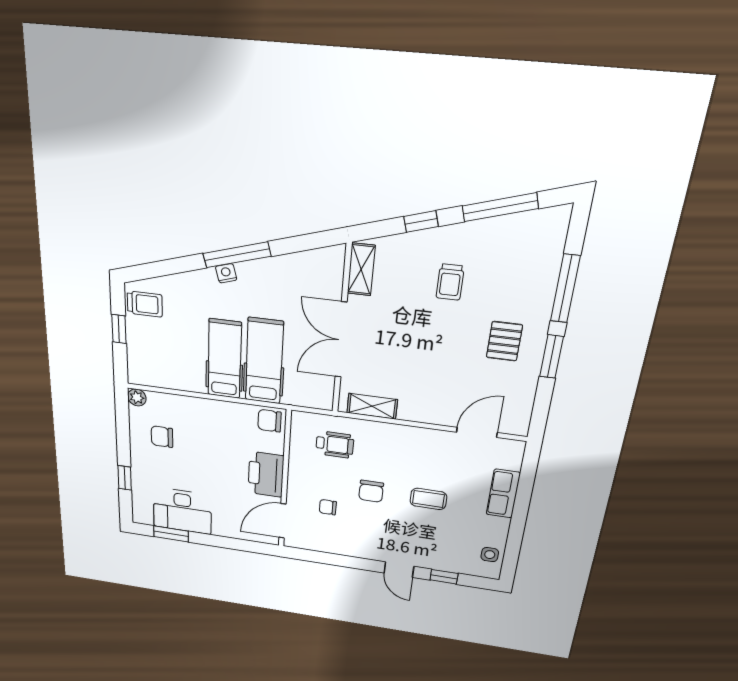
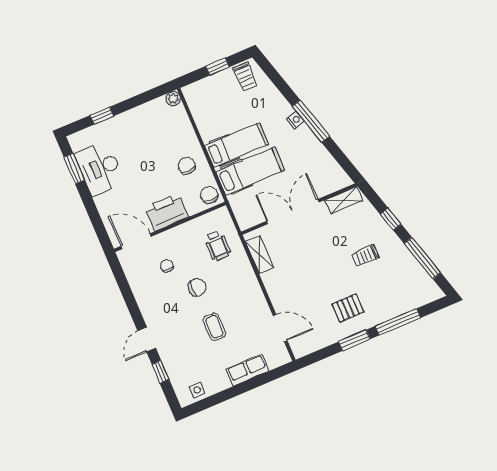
chair: (162, 437) -> (187, 166), moved
chair: (371, 491) -> (197, 287), turned 180

